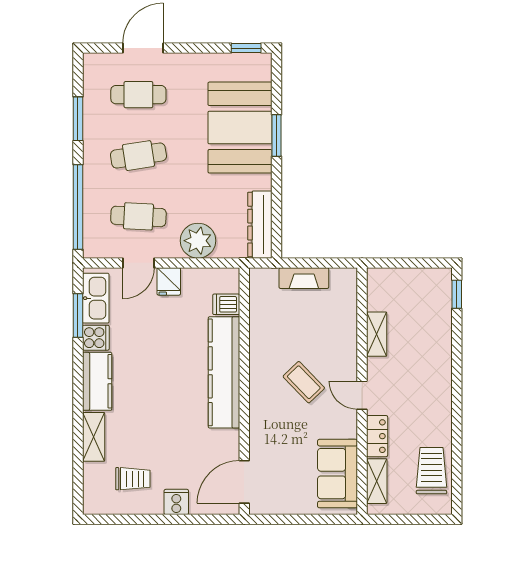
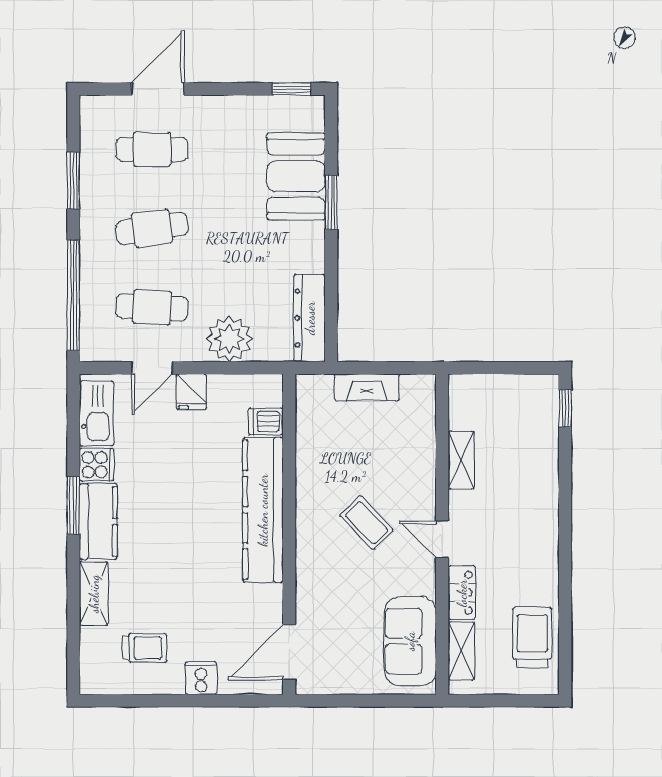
booth: (240, 128) -> (296, 176), width x0.73, depth x0.70
window: (78, 316) -> (73, 505), moved

